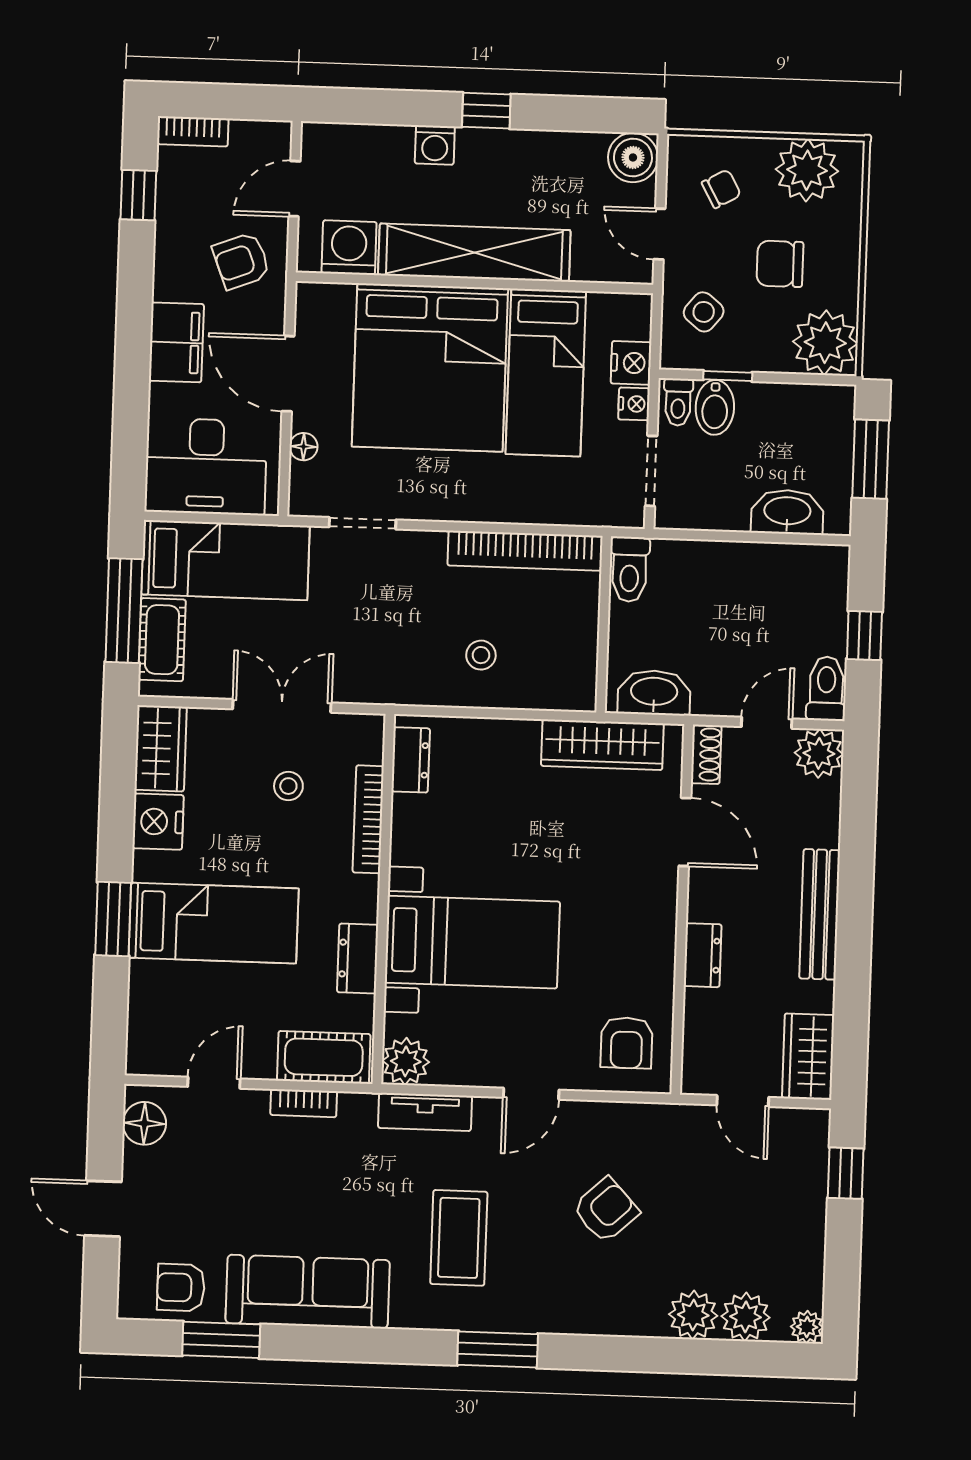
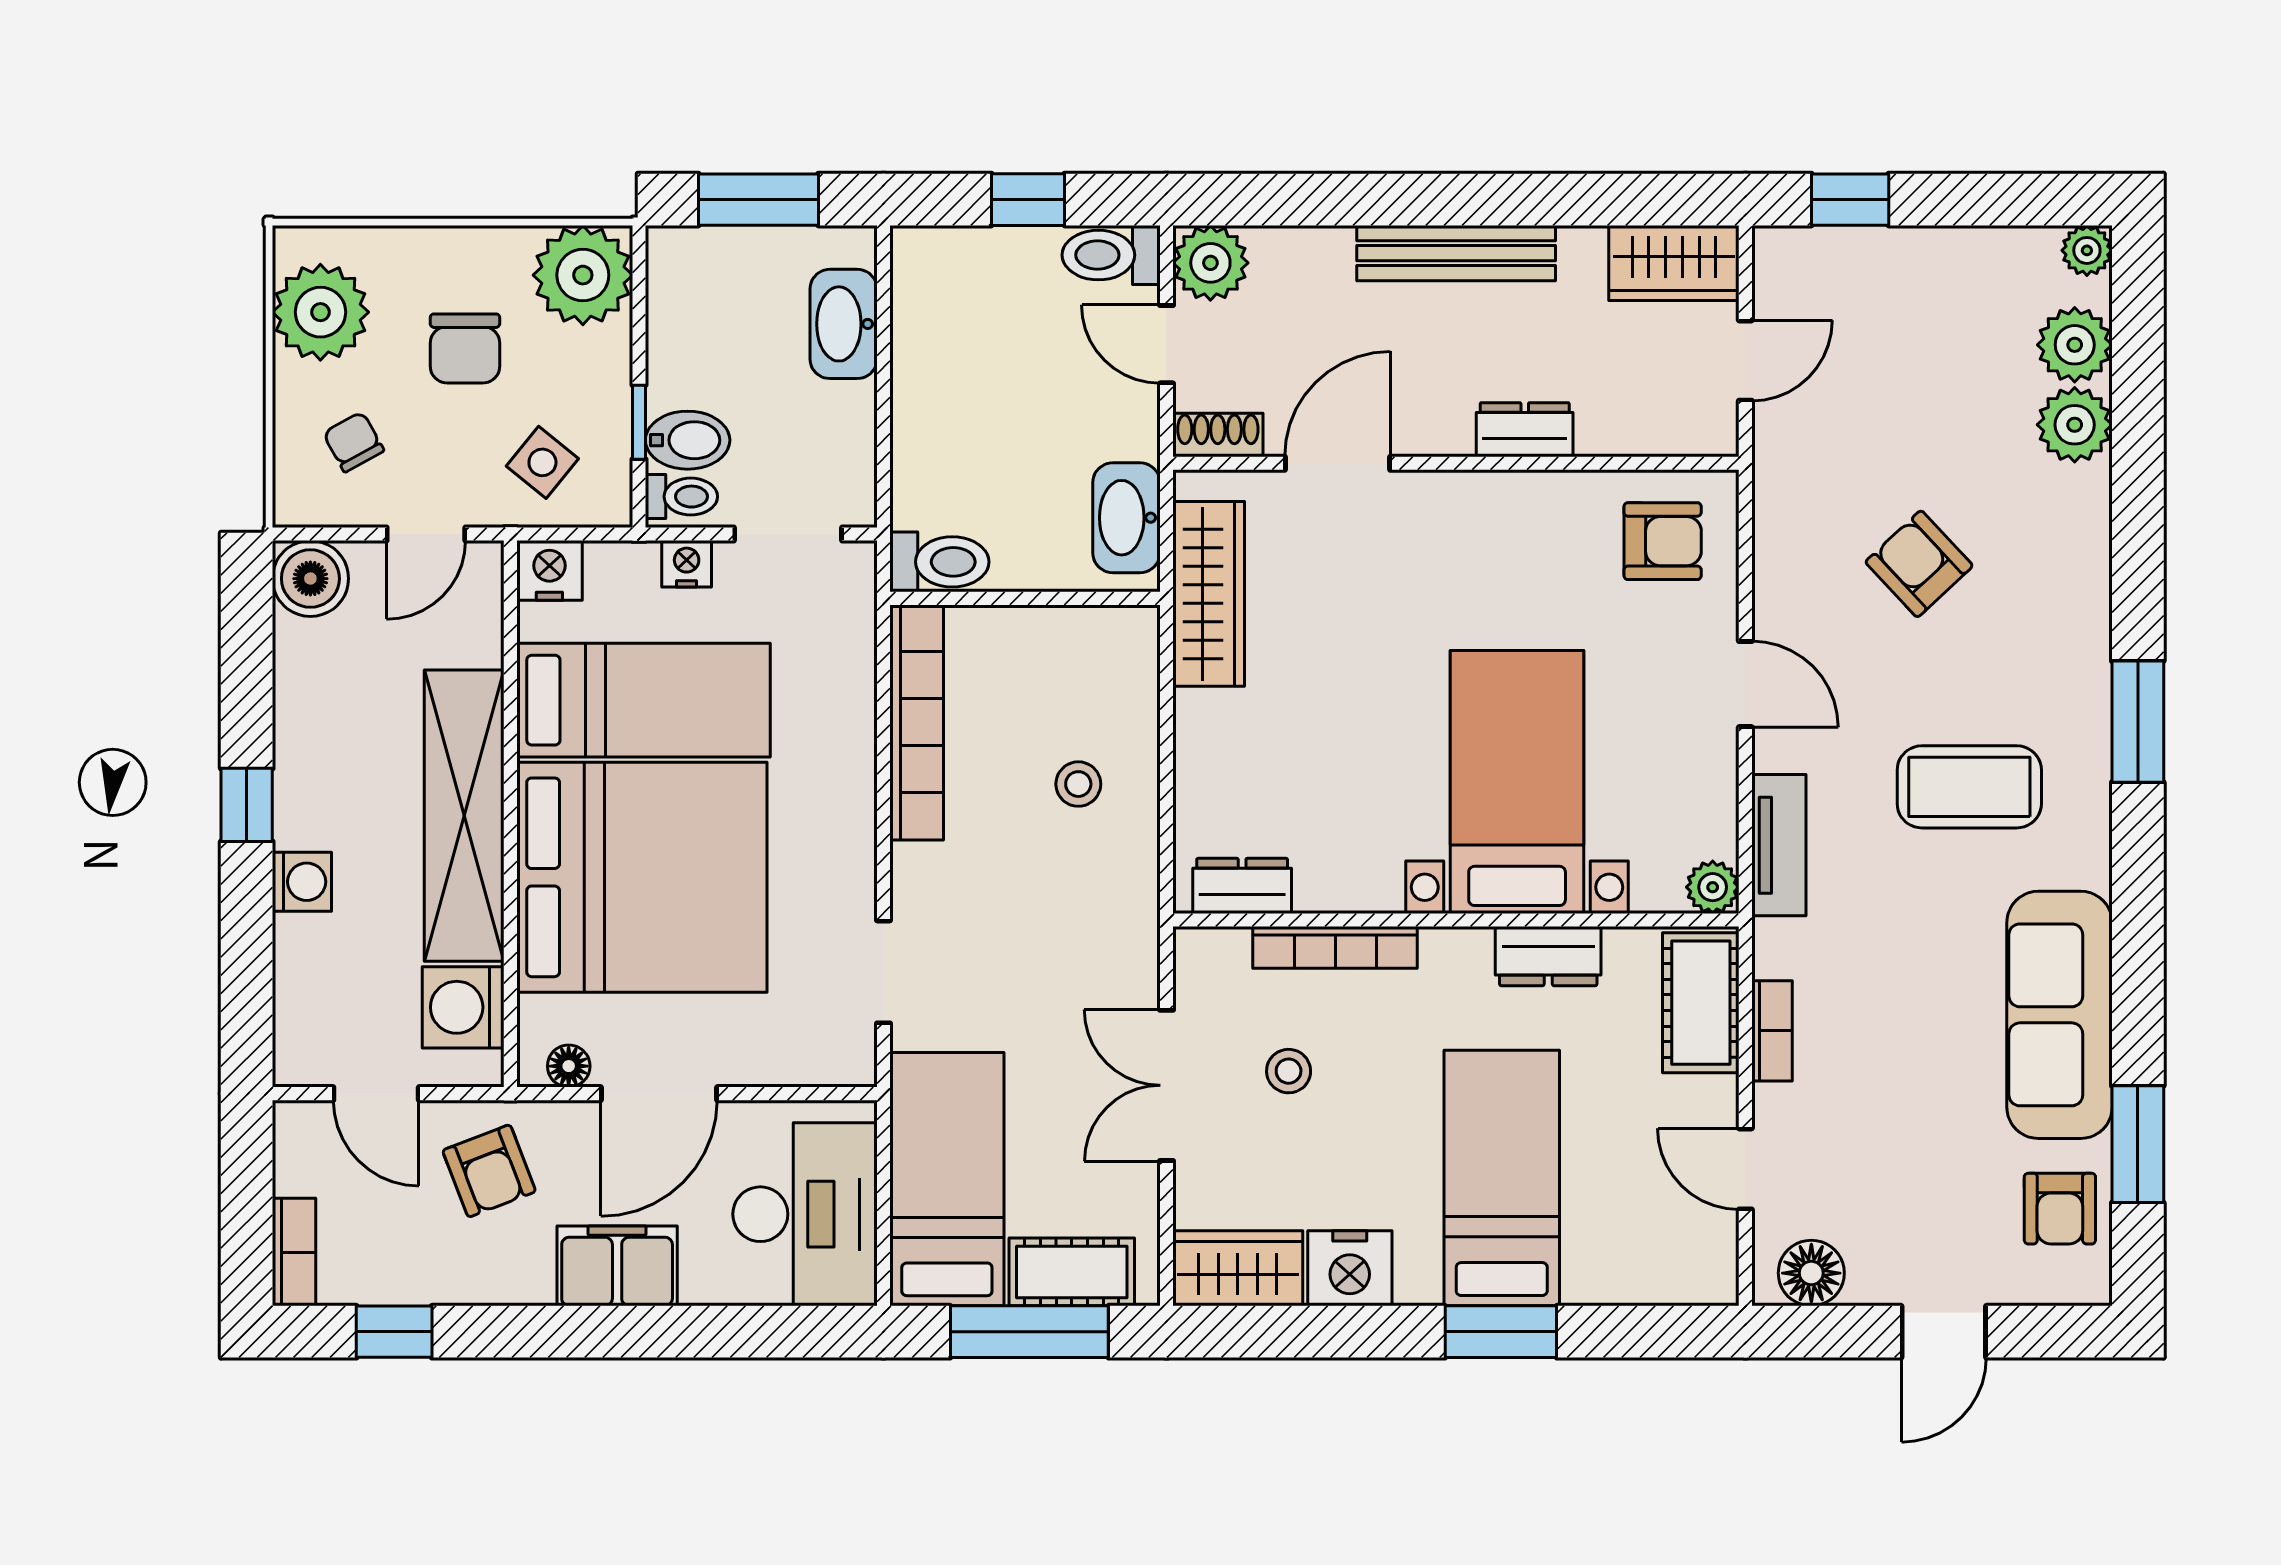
nightstand: (631, 363) -> (549, 570), moved
floor lamp: (304, 447) -> (569, 1066), moved
plant: (406, 1061) -> (1713, 887), width x0.73, depth x0.73

